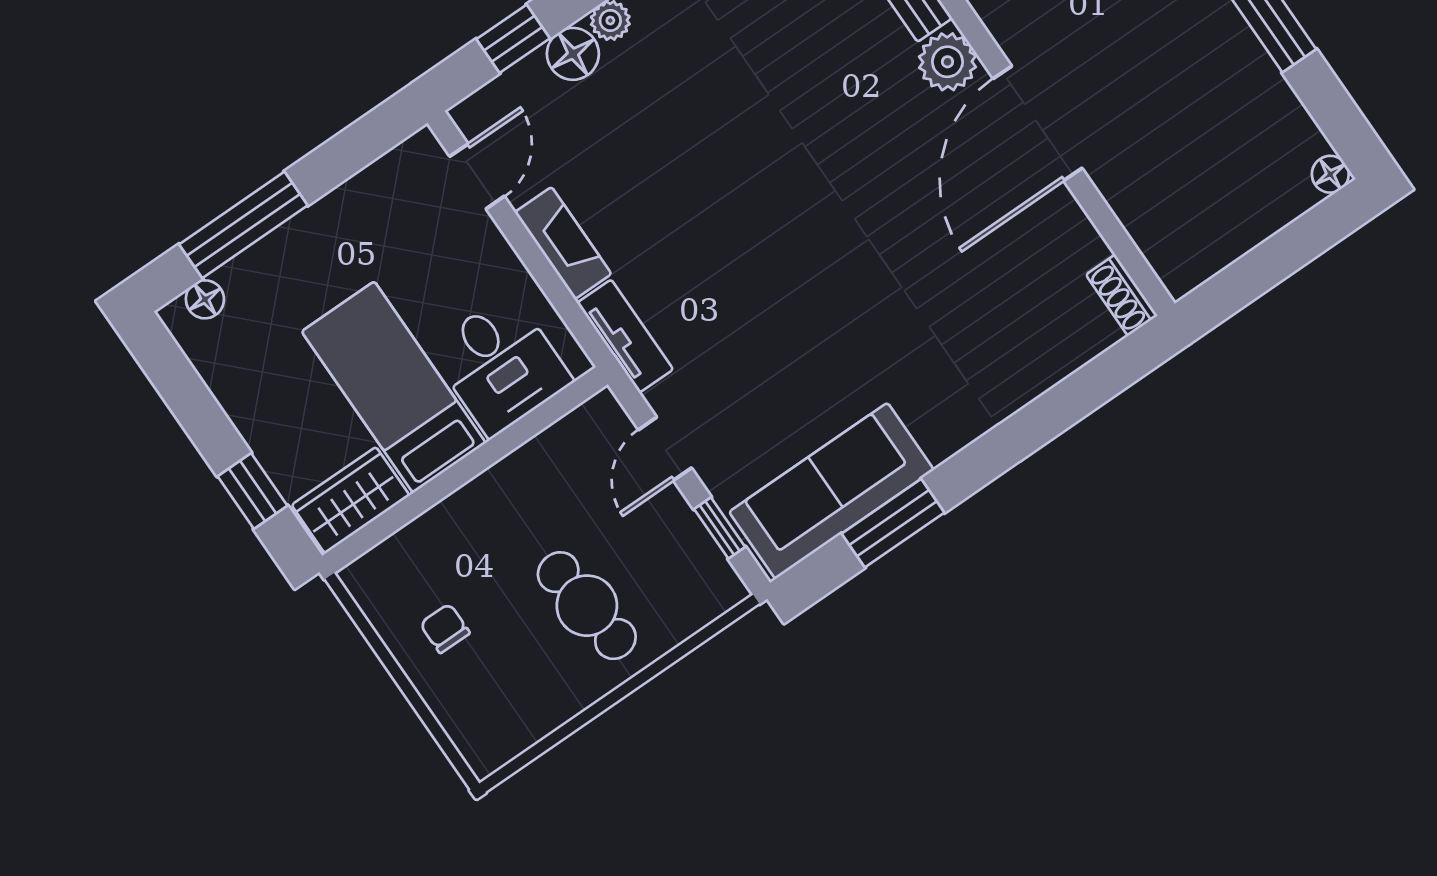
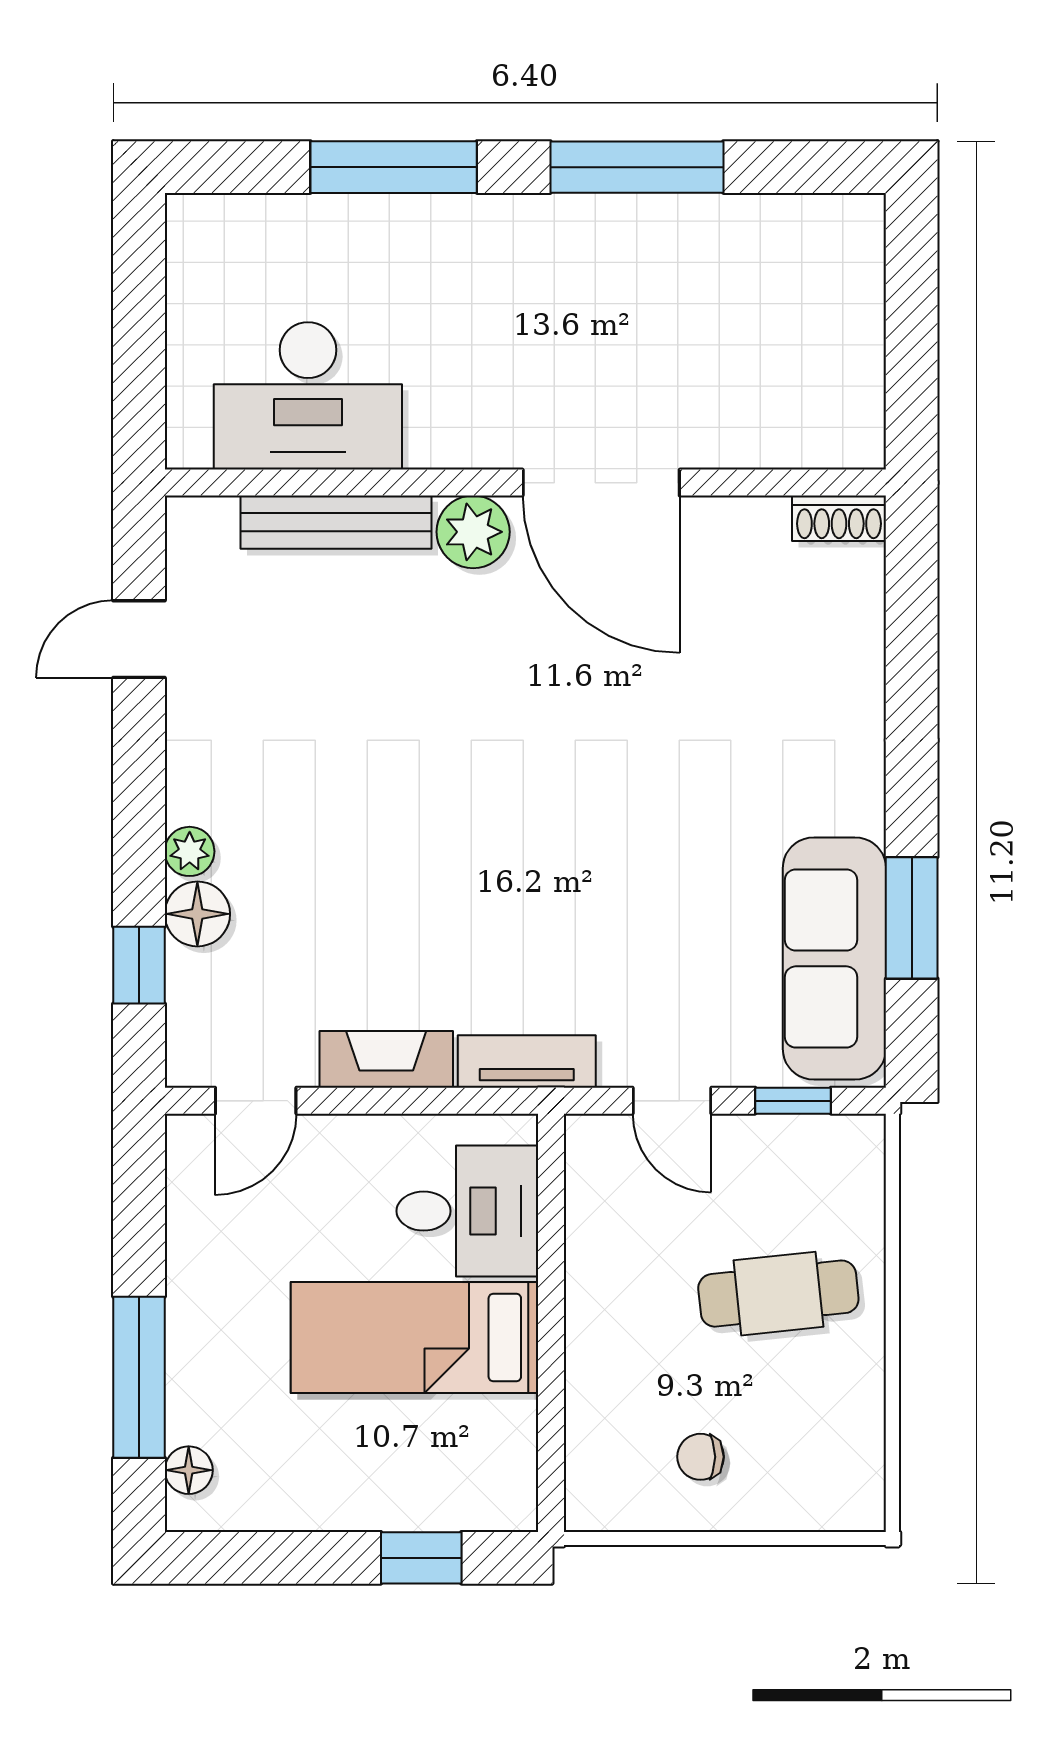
floor lamp: (1330, 174) -> (863, 216), removed
door: (477, 176) -> (256, 1101), swing flipped
wardrobe: (351, 500) -> (501, 1463), removed

